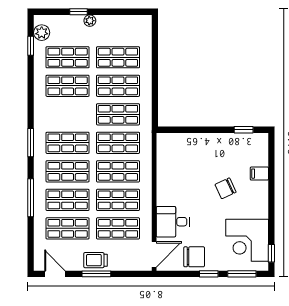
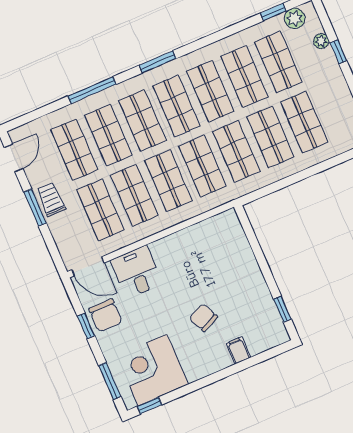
plant: (90, 21) -> (321, 41), moved
shop shelf: (68, 114) -> (210, 91), added
window: (209, 274) -> (86, 326), moved

